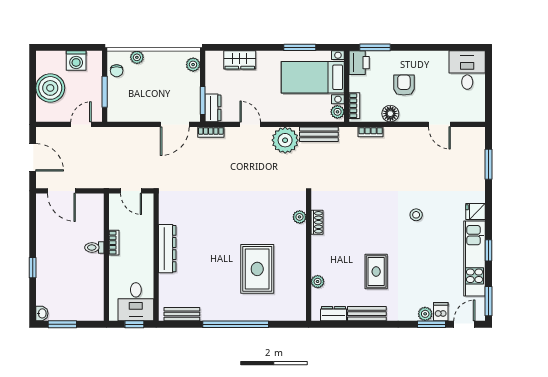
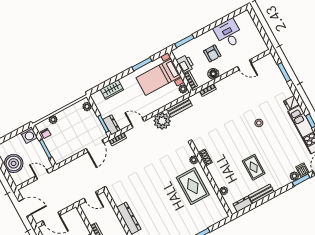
washing machine: (76, 61) -> (29, 135), moved
printer: (359, 63) -> (185, 64), moved
desk: (467, 70) -> (228, 34), moved
armchair: (404, 85) -> (212, 53), turned 180
door: (81, 124) -> (42, 175), hinge flipped
rug: (257, 269) -> (193, 186), moved

